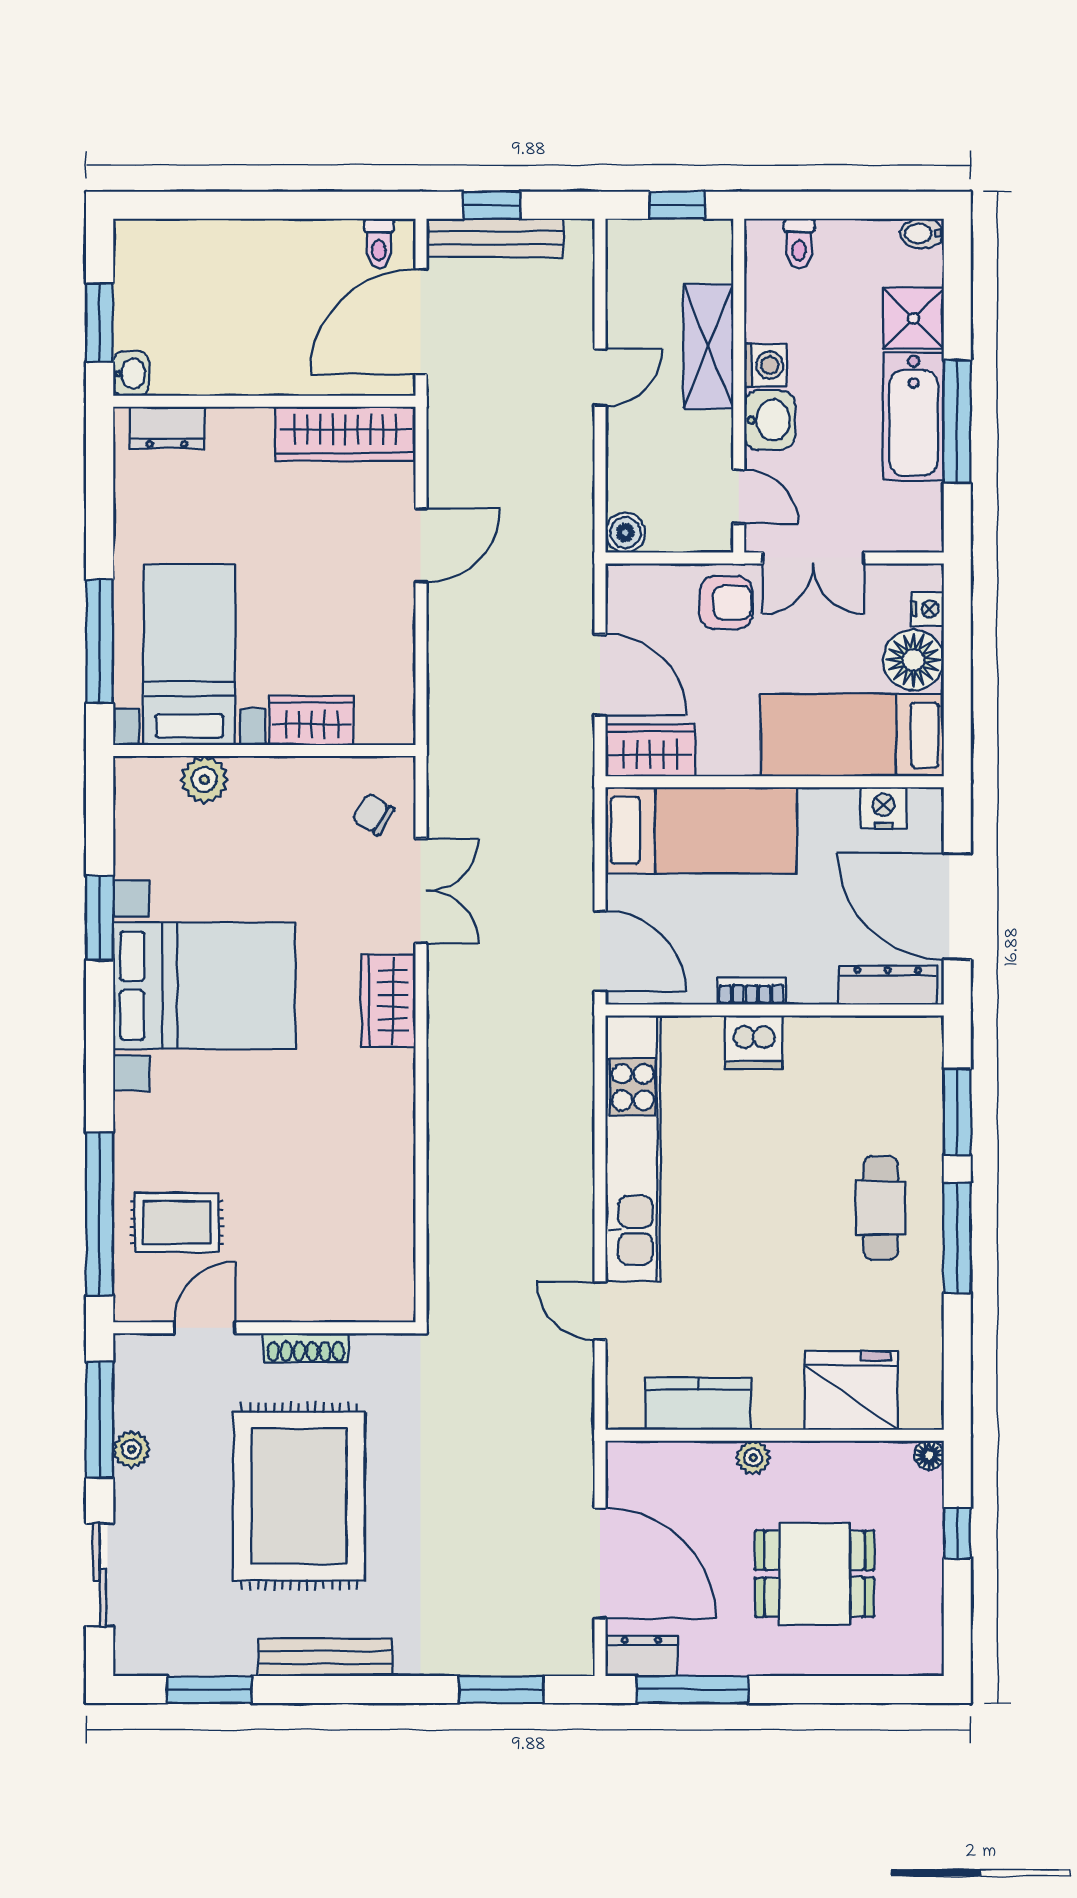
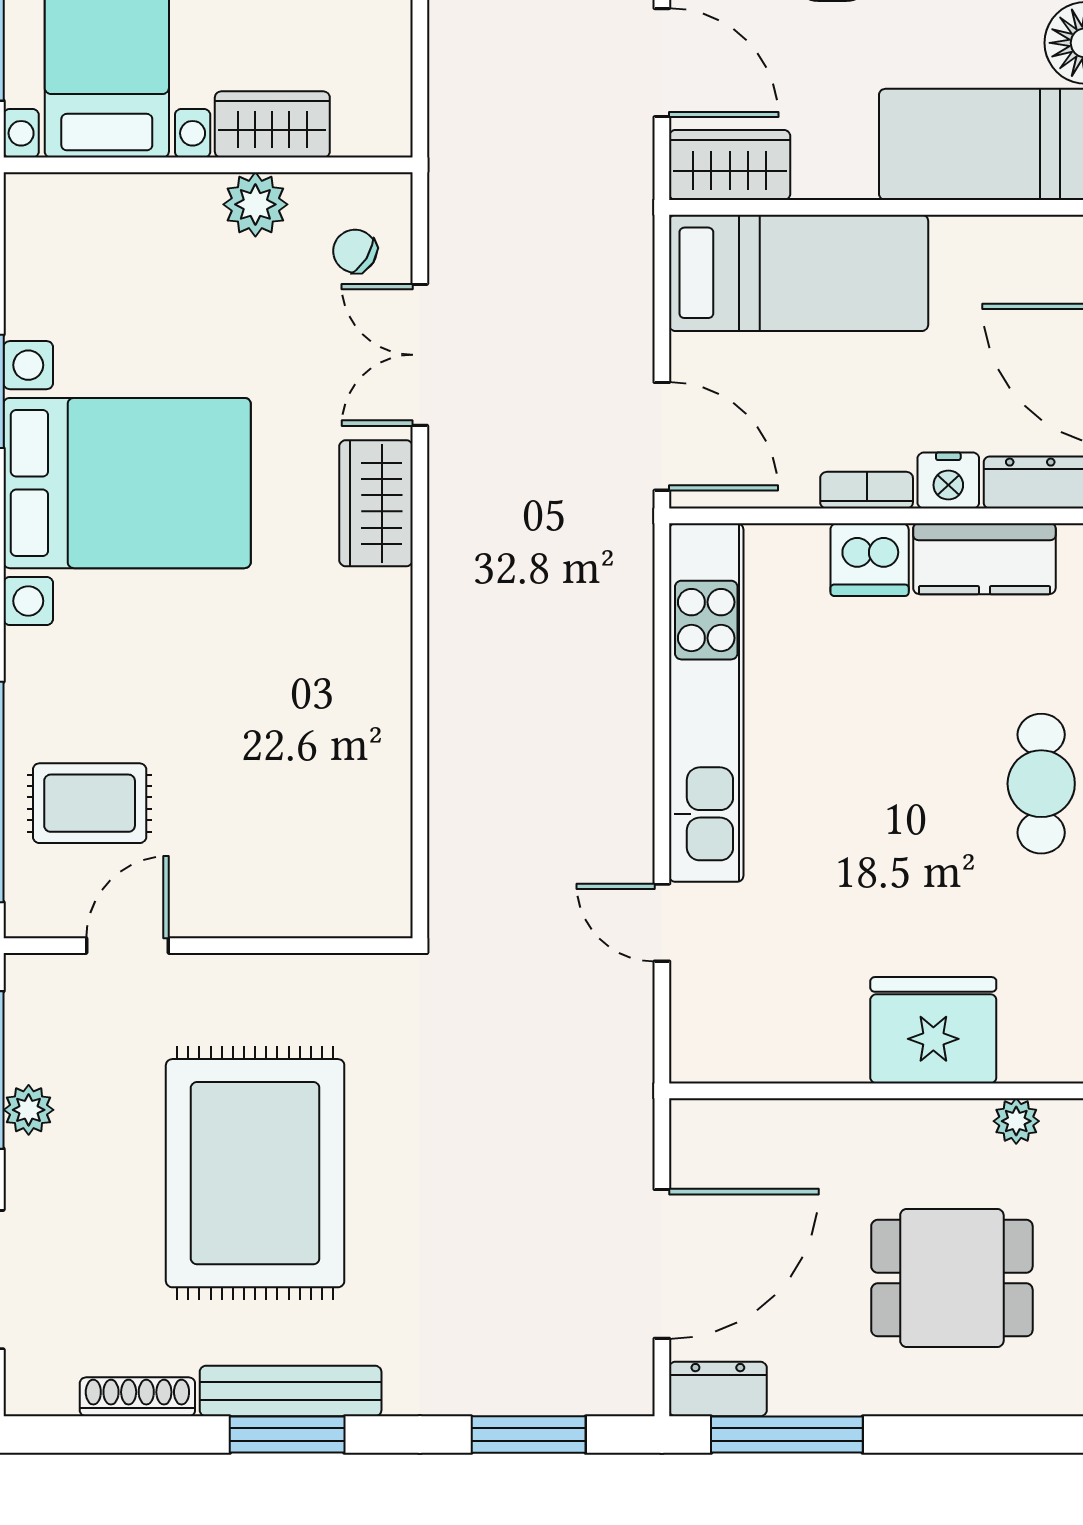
plant: (204, 780) -> (255, 204), moved
nightstand: (884, 808) -> (948, 481), moved, turned 180
double door: (421, 891) -> (420, 355), swing flipped
shoe rack: (306, 1348) -> (137, 1397), moved, turned 180
fridge: (851, 1390) -> (933, 1030), moved
kitchen counter: (698, 1404) -> (984, 559), moved, turned 180
plant: (753, 1458) -> (1016, 1121), moved
door: (600, 1563) -> (662, 1264), hinge flipped
window: (209, 1689) -> (287, 1435), moved

